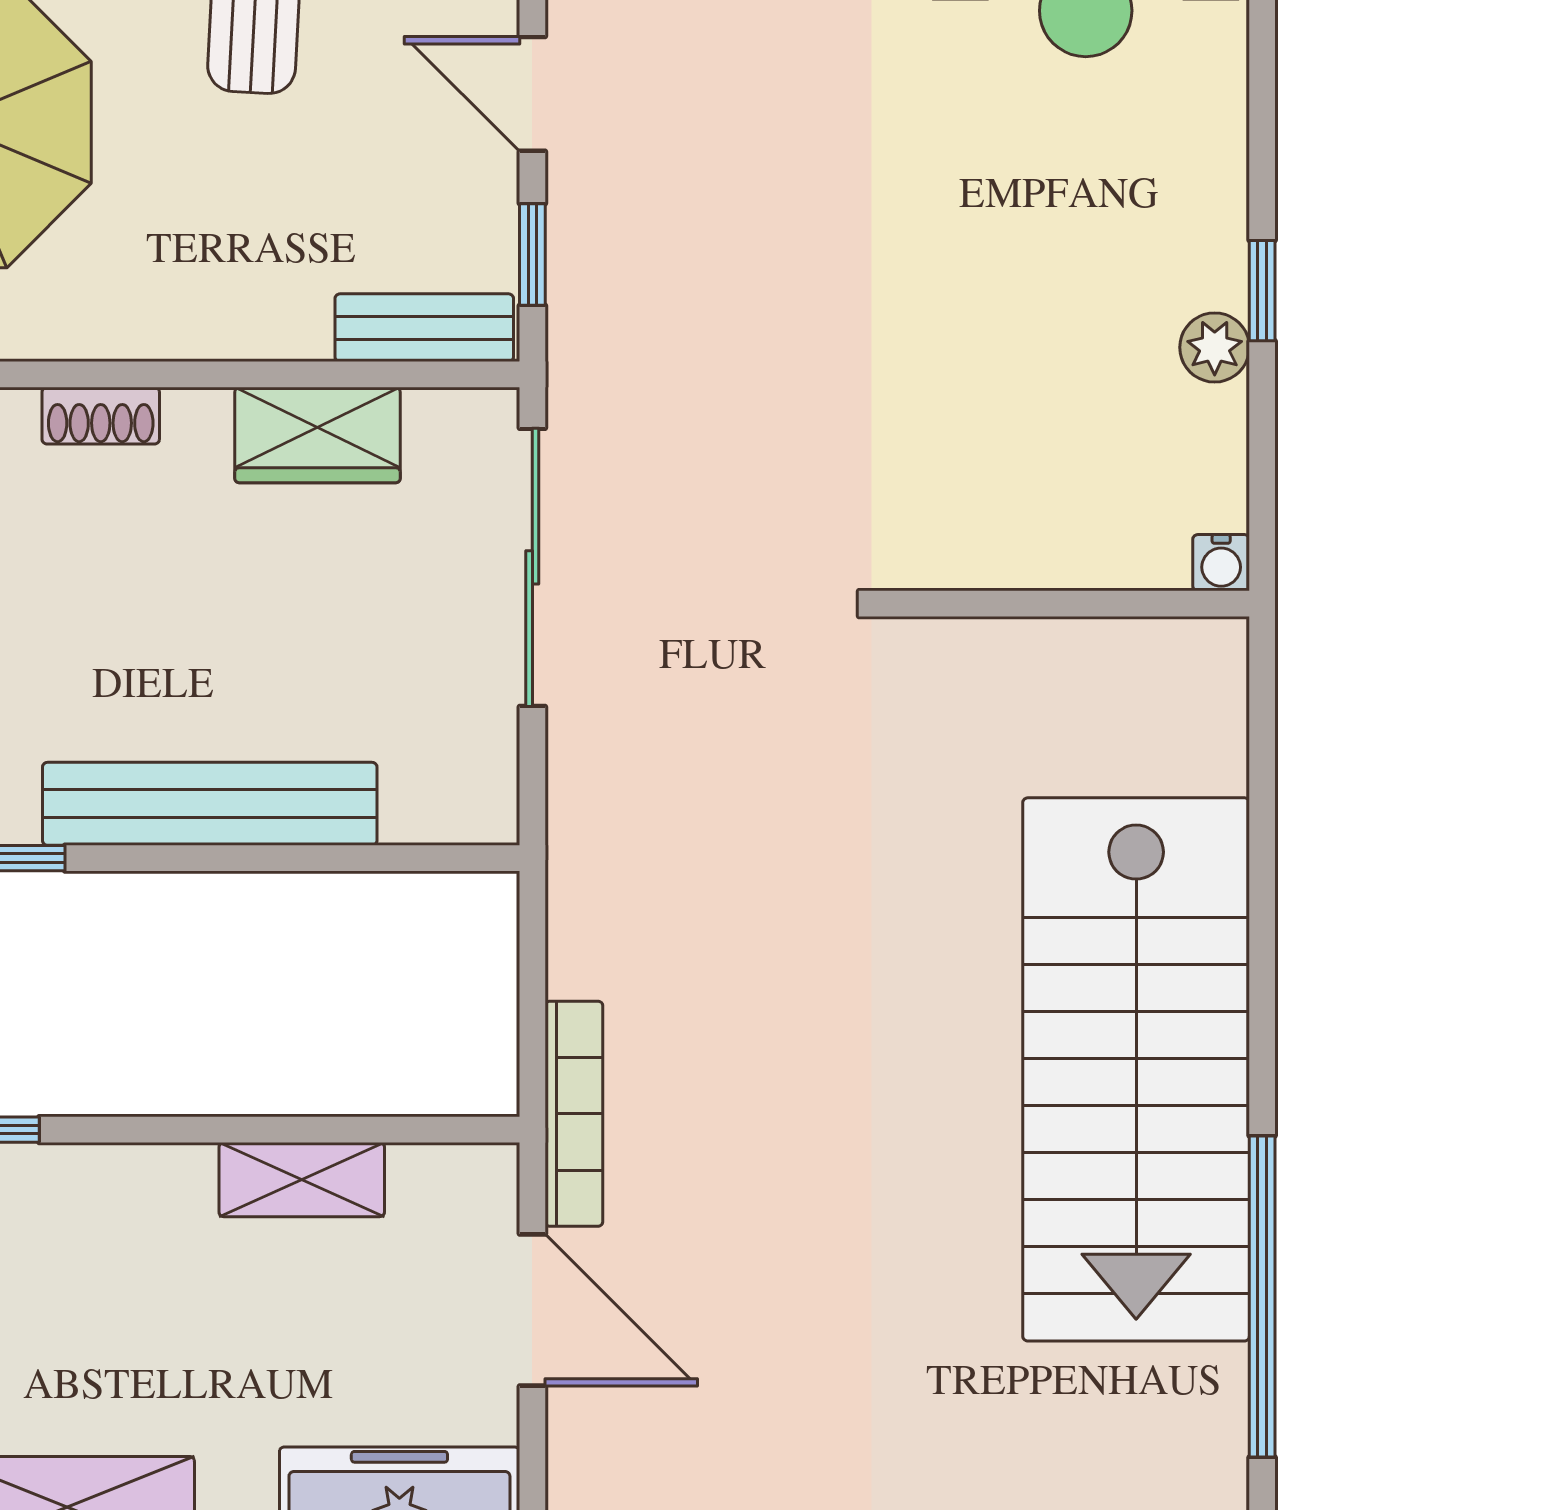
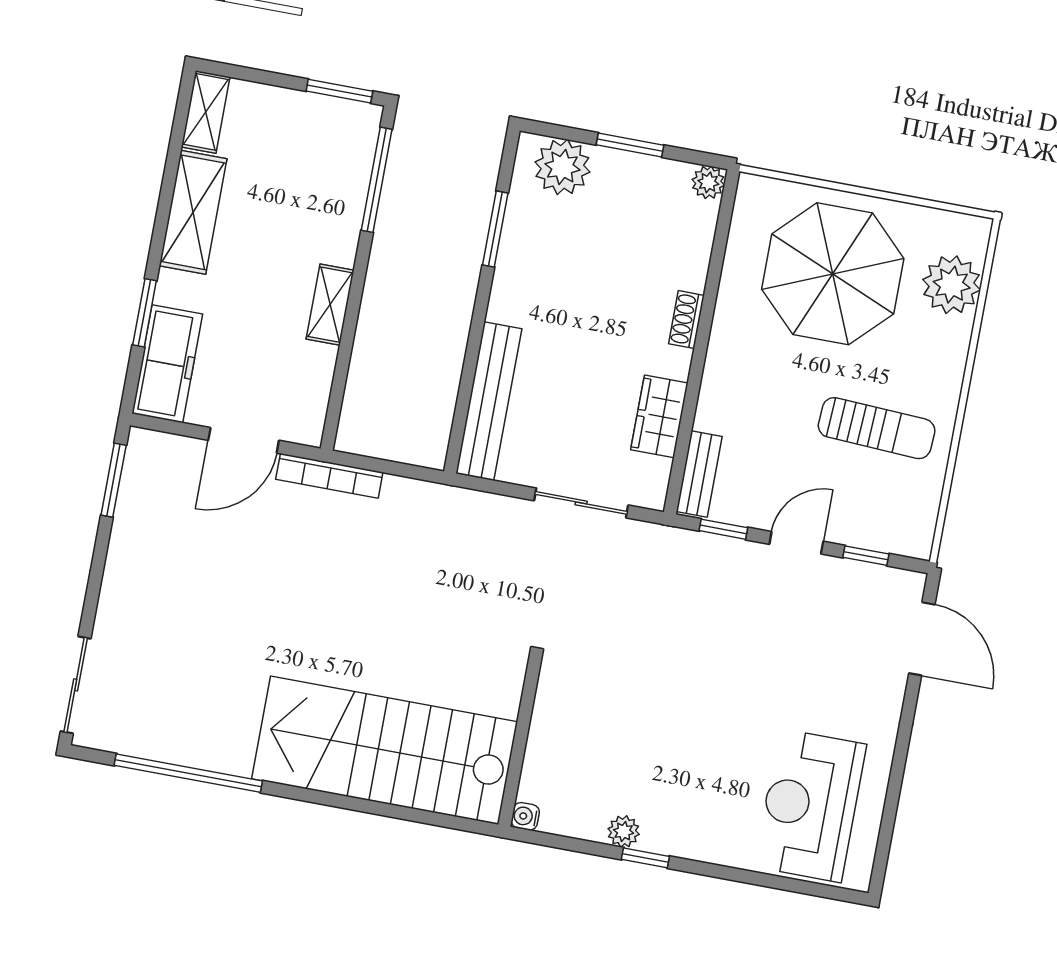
sliding door: (532, 567) -> (581, 503), width x0.73
bench: (210, 804) -> (489, 401), moved
stairs: (1136, 1069) -> (385, 750), moved
shelving: (302, 1180) -> (330, 305), moved

